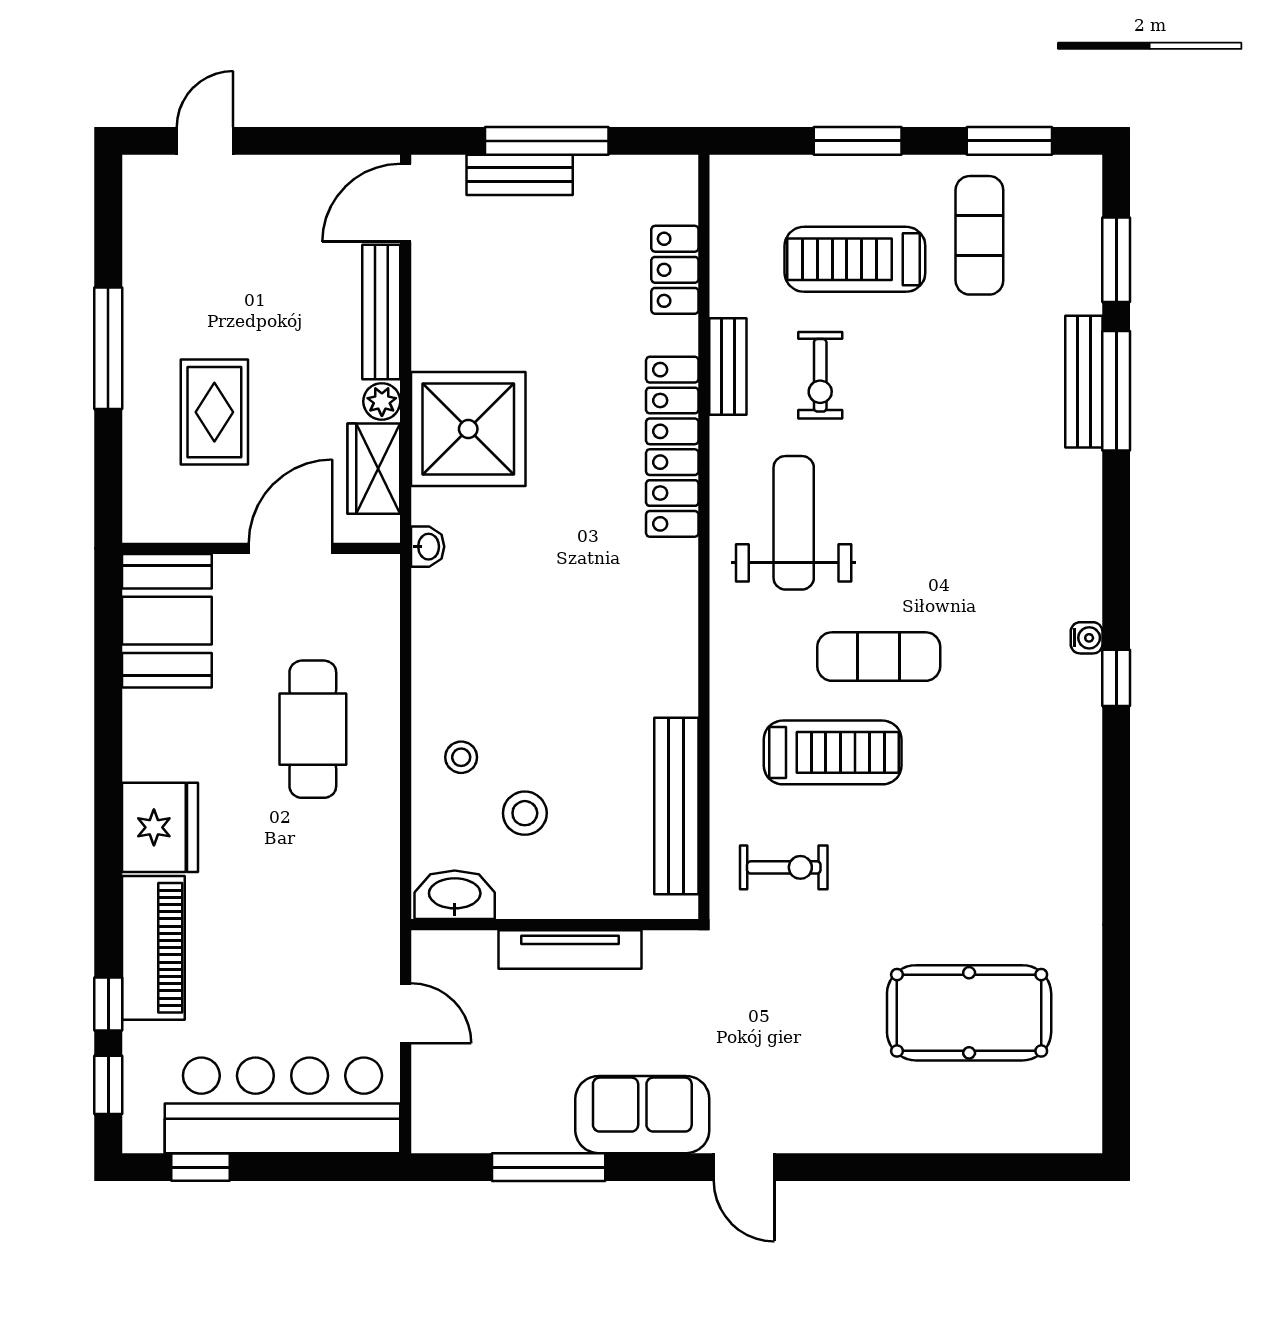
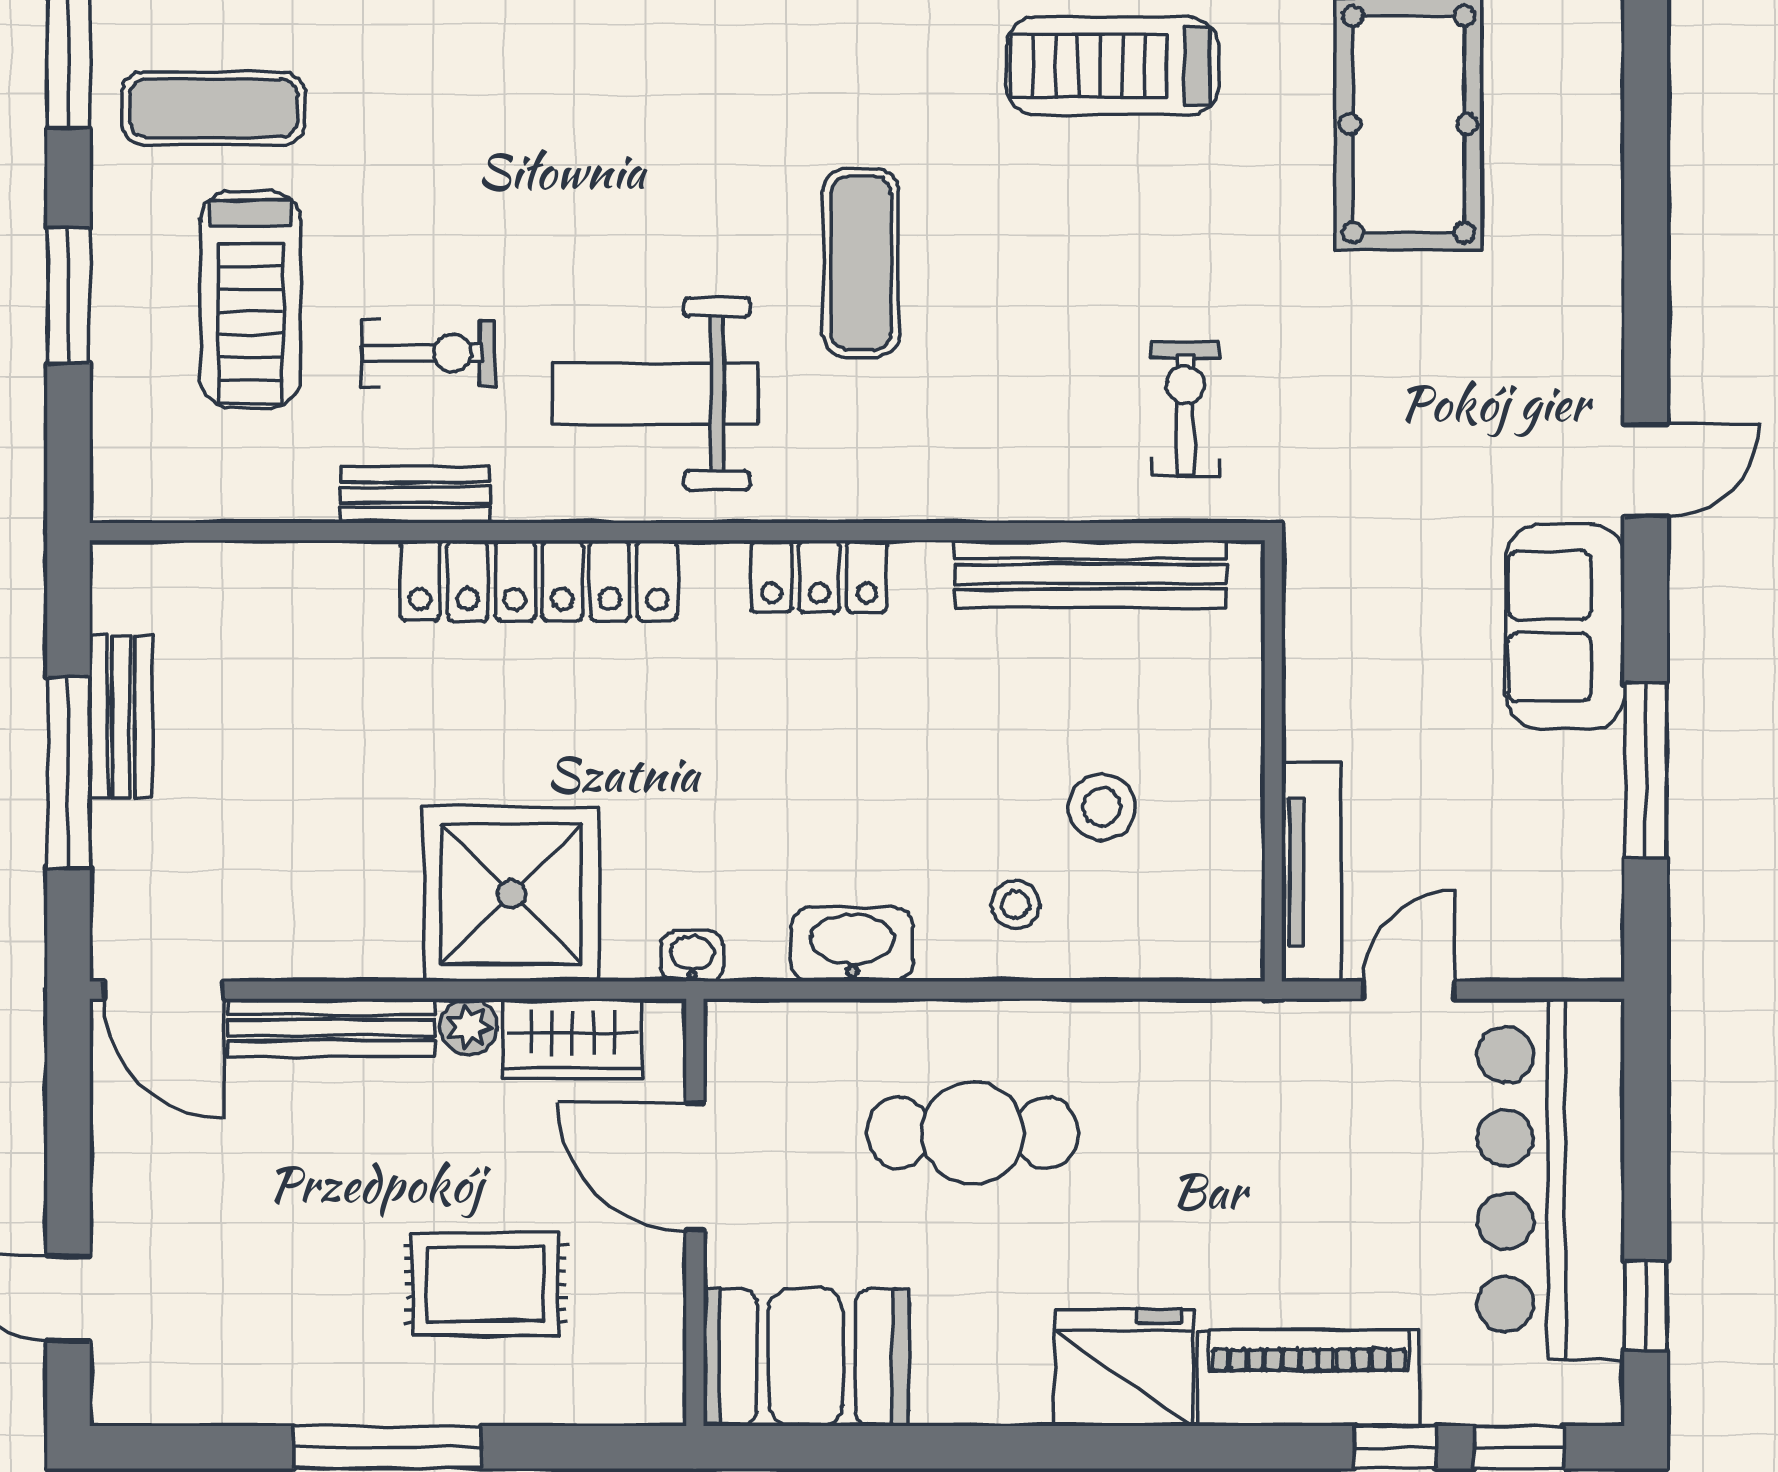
bench: (520, 175) -> (121, 716), moved
locker: (675, 270) -> (819, 576), moved
treadmill: (833, 752) -> (1112, 66), moved, turned -90
washbasin: (455, 895) -> (852, 944), moved, turned 90
tv unit: (570, 950) -> (1311, 872), moved

